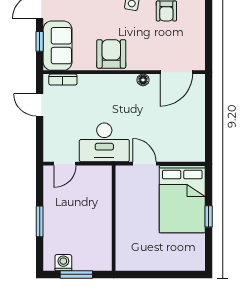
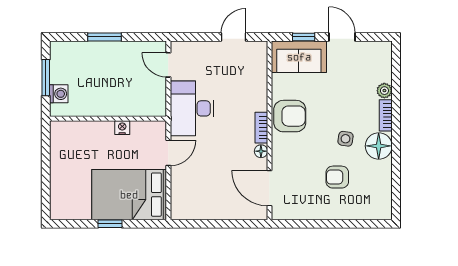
bookcase: (63, 80) -> (261, 128), moved
nightstand: (122, 205) -> (122, 128), added
washing machine: (63, 263) -> (59, 94), moved

